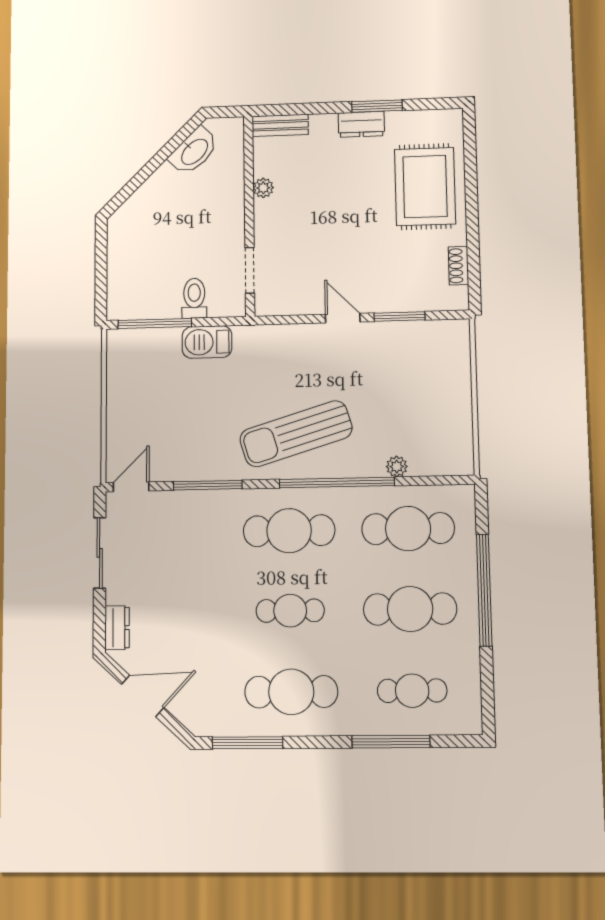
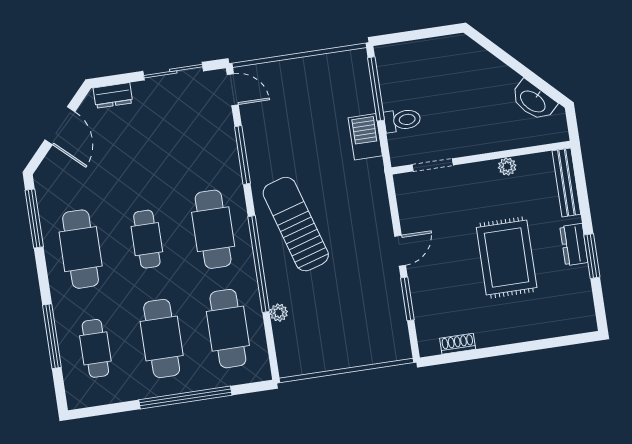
bench: (280, 125) -> (566, 182), width x1.36
rug: (425, 187) -> (507, 258), moved, turned 90

